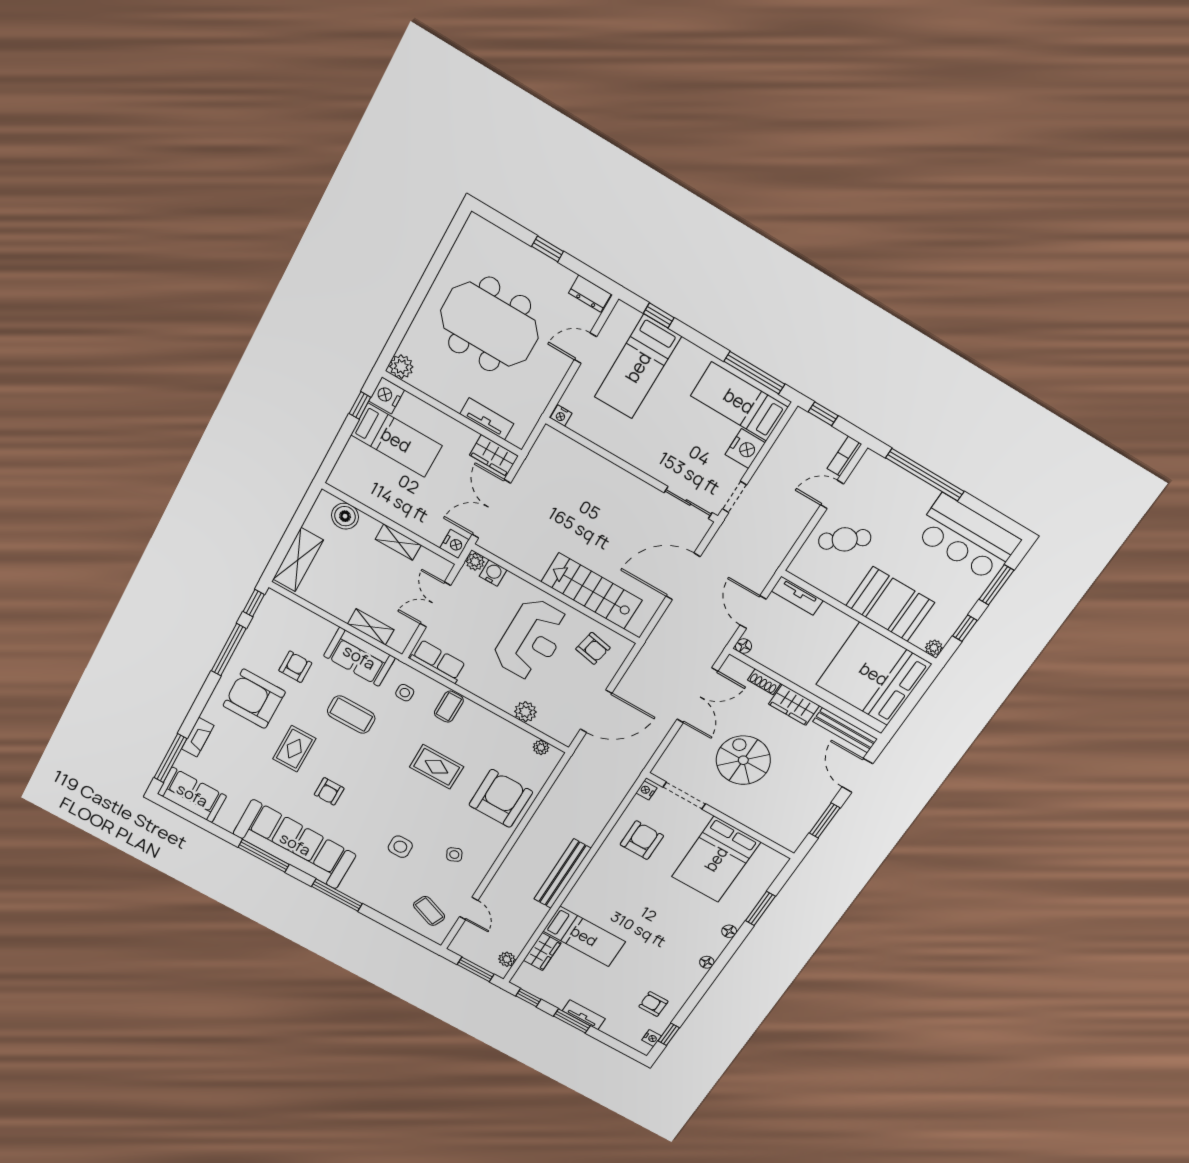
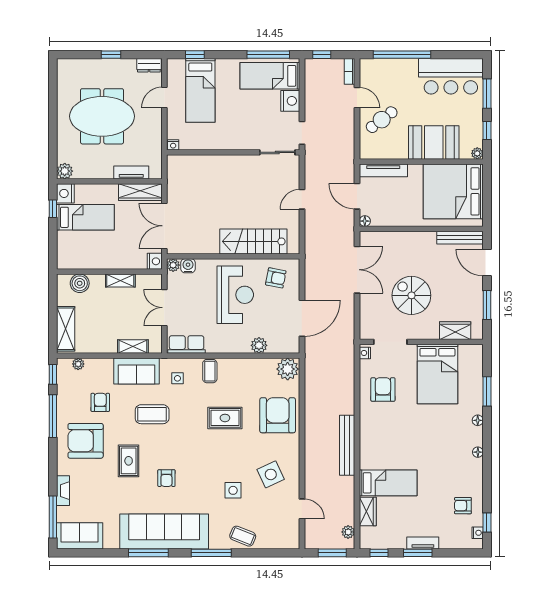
wardrobe: (494, 455) -> (140, 192), width x1.50
door: (832, 494) -> (357, 98), swing flipped
door: (683, 576) -> (302, 199), width x0.53
tv unit: (797, 596) -> (383, 170), width x1.41
plant: (292, 609) -> (78, 364), added
shoe rack: (764, 682) -> (391, 236), removed
wardrobe: (794, 705) -> (455, 331), moved, turned 180
plant: (541, 747) -> (288, 369), width x1.87, depth x1.87
side table: (454, 855) -> (271, 474), width x1.87, depth x1.87
coffee table: (429, 911) -> (243, 536), moved

